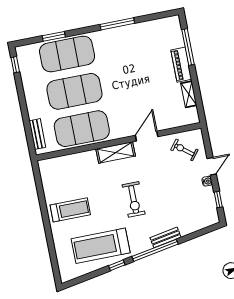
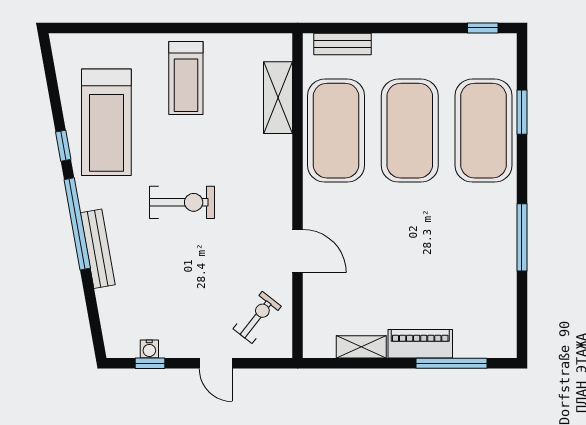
shelving: (116, 152) -> (278, 98), moved
water cooler: (207, 181) -> (149, 349), moved
exercise bike: (134, 199) -> (182, 202), turned 180
bench: (165, 237) -> (98, 249), width x1.36
treadmill: (101, 246) -> (106, 122), turned 180

